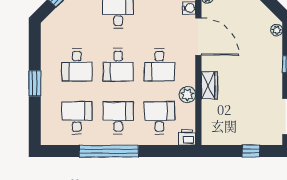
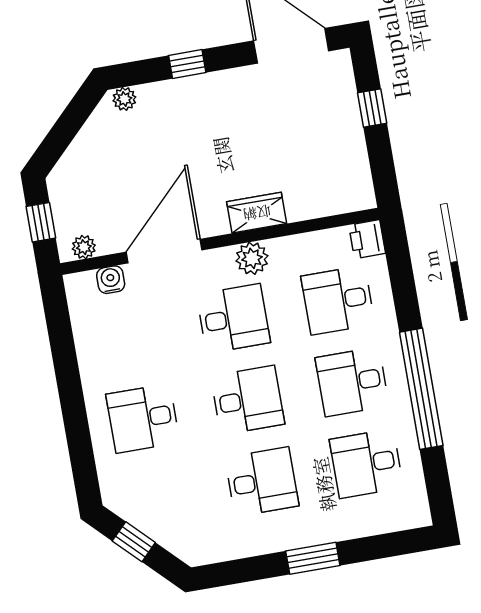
plant: (187, 95) -> (252, 258), moved

